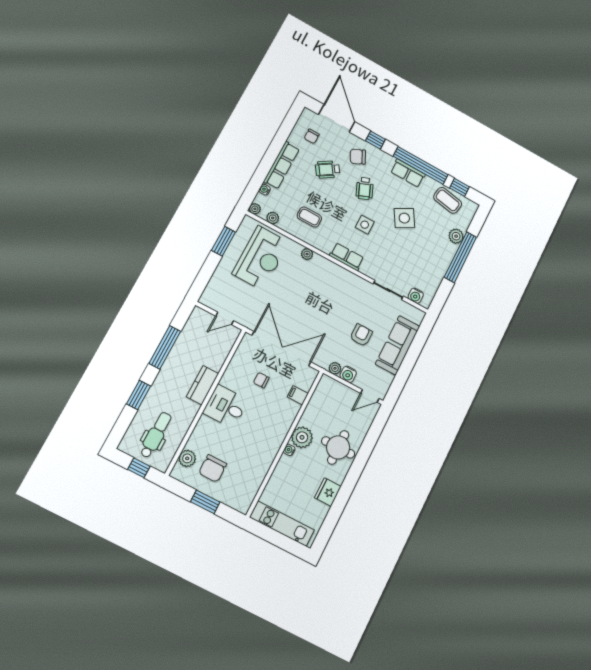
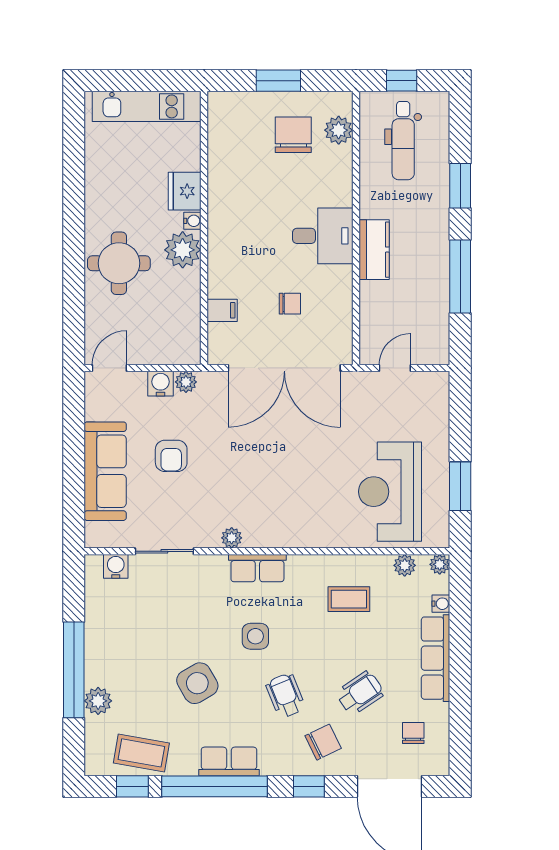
plant: (307, 254) -> (232, 538), moved
fridge: (328, 492) -> (185, 191), moved, turned 180

